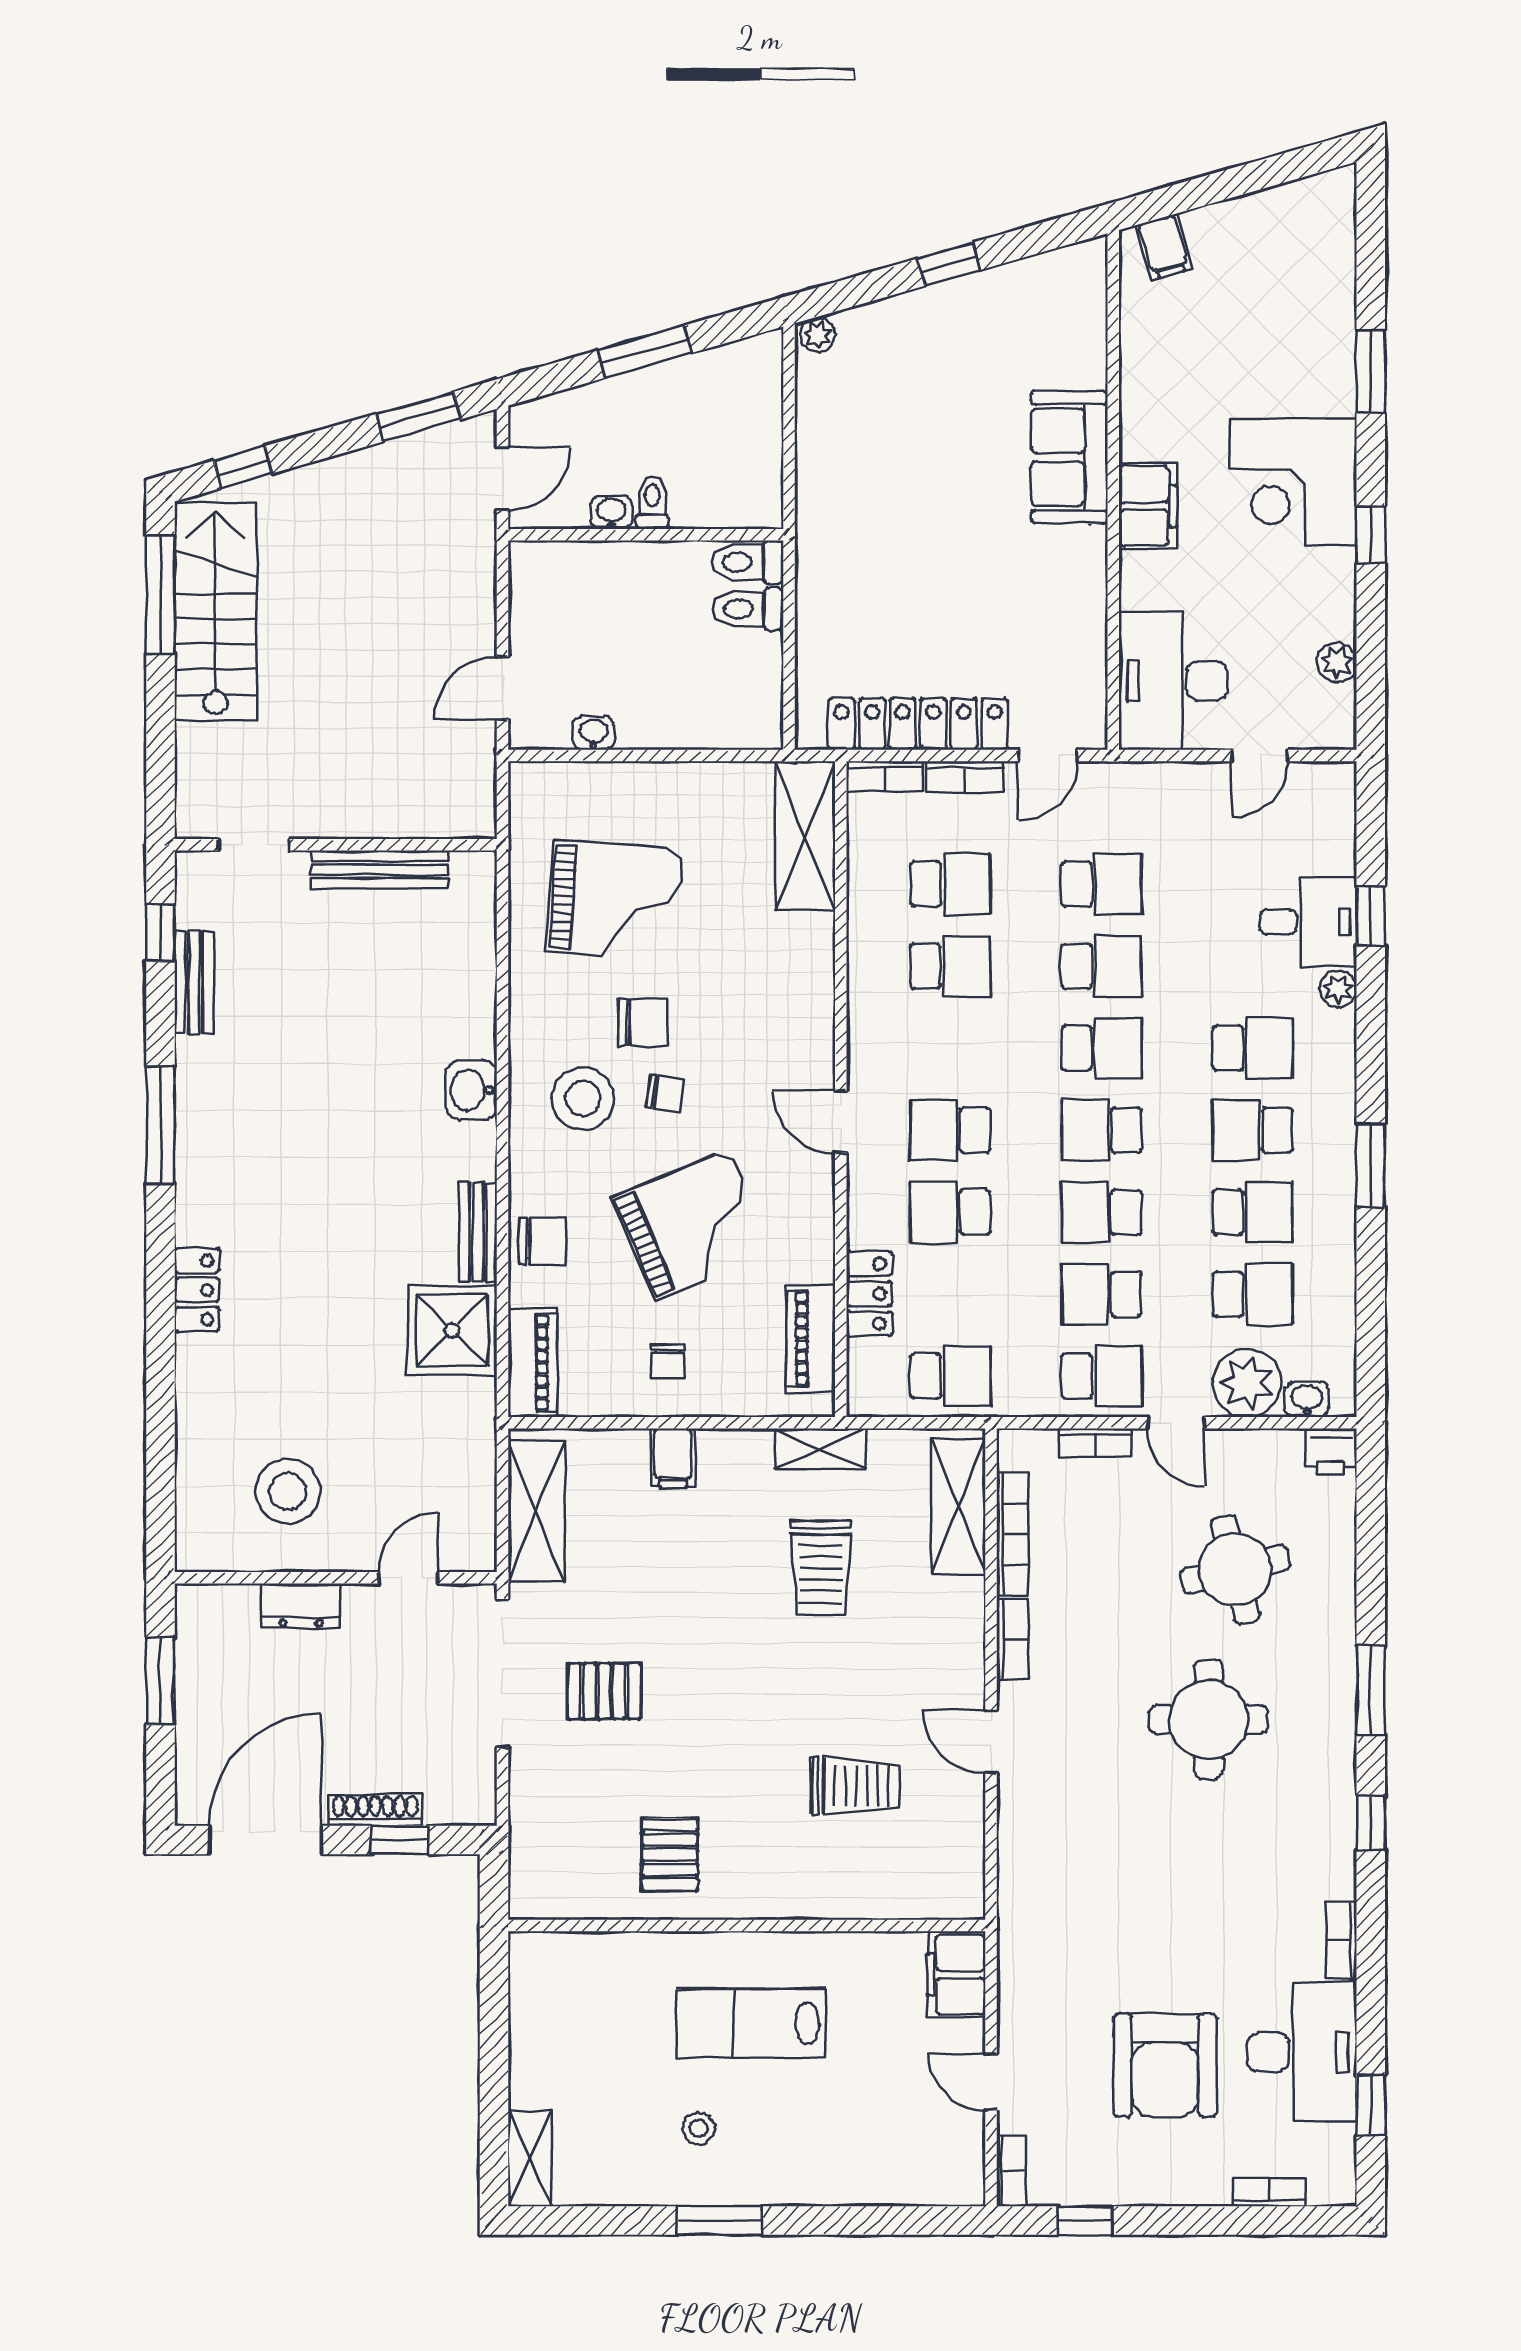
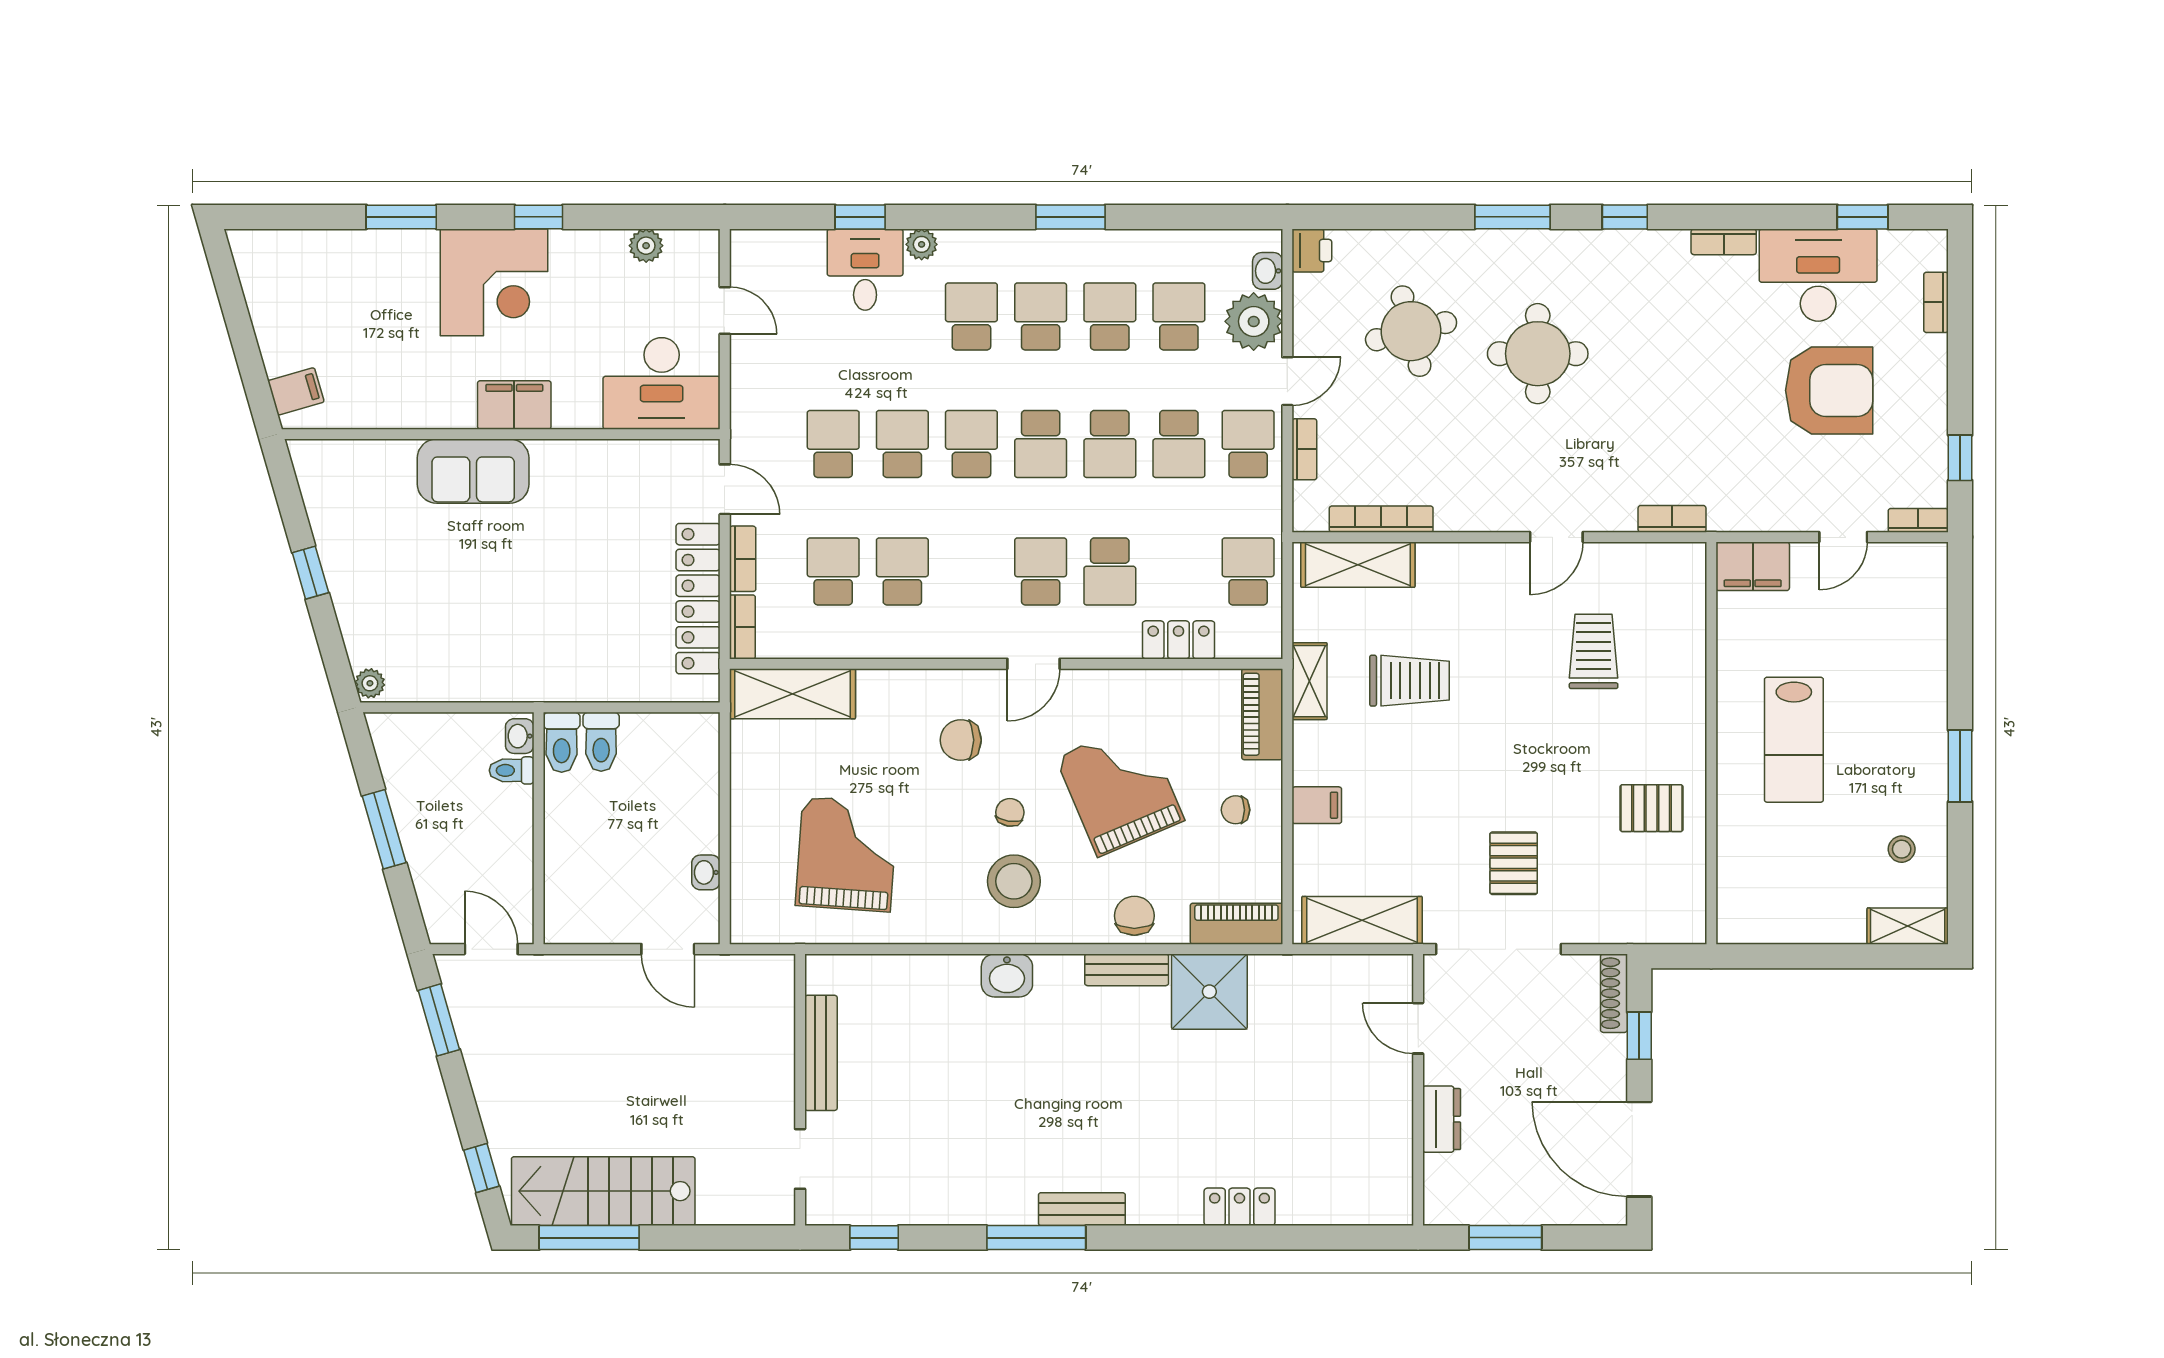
toilet: (652, 503) -> (512, 770), moved
washbasin: (611, 512) -> (520, 736), moved
bench: (194, 982) -> (1082, 1209), moved
chair: (643, 1022) -> (961, 740), moved, turned -90
school desk: (950, 1130) -> (1041, 571), turned 180
school desk: (1253, 1130) -> (1041, 316), turned 180
locker: (197, 1290) -> (1240, 1207), moved
piano: (811, 1339) -> (1262, 714), moved, turned 90
chair: (668, 1361) -> (1236, 810), turned 180
stool: (288, 1492) -> (1345, 1130), removed
bookcase: (1013, 1639) -> (1672, 519), moved
shoe rack: (375, 1810) -> (1614, 993), moved
stool: (699, 2128) -> (1902, 849), moved

